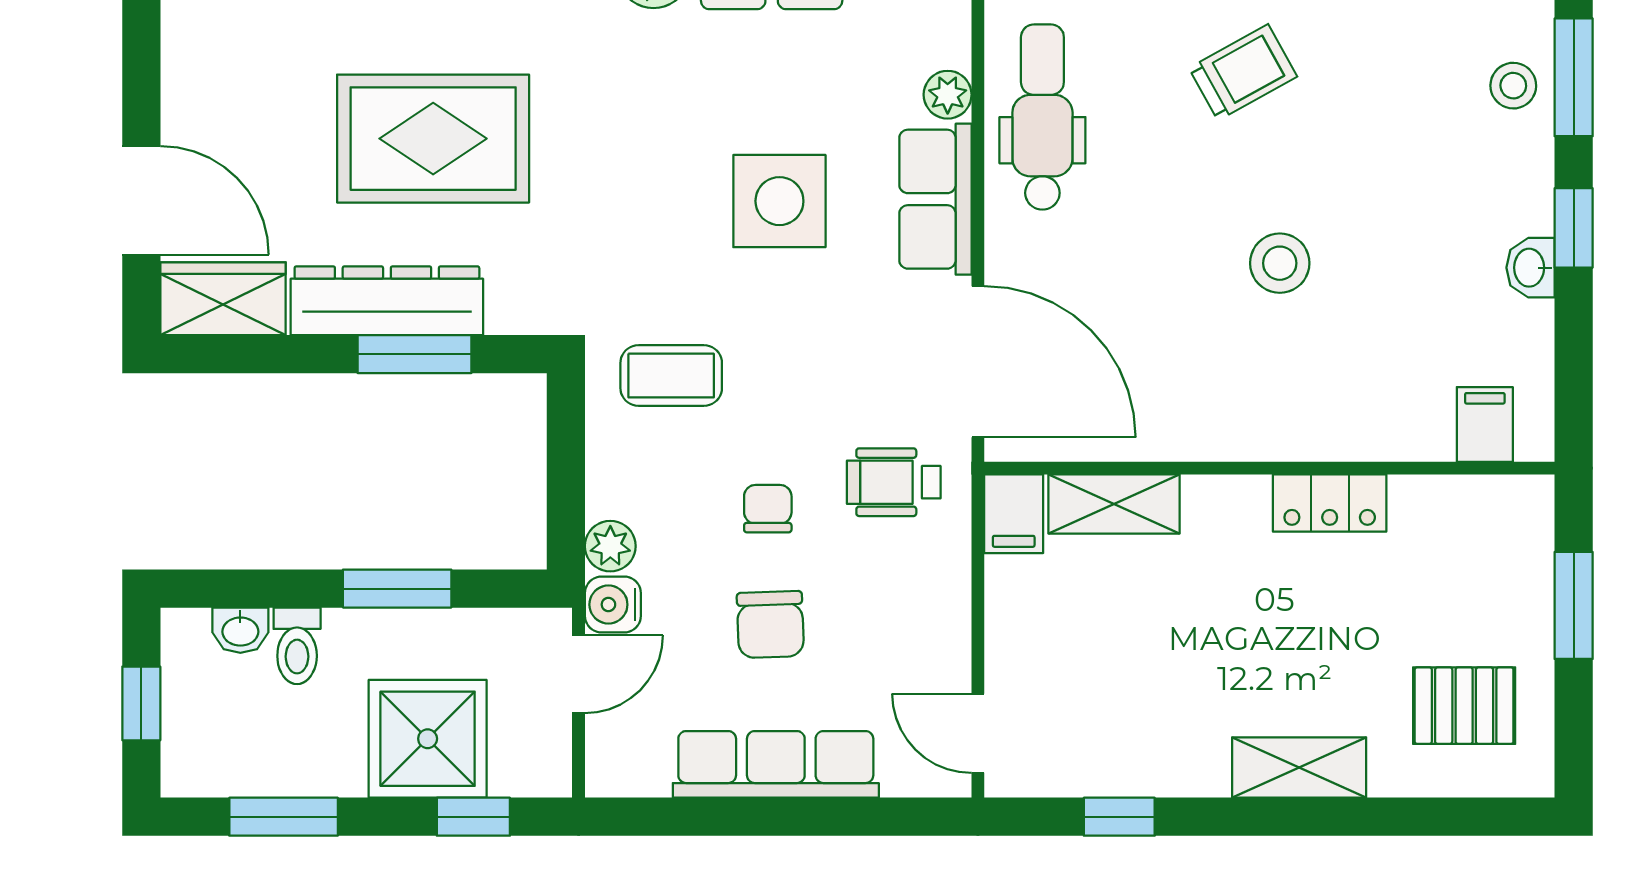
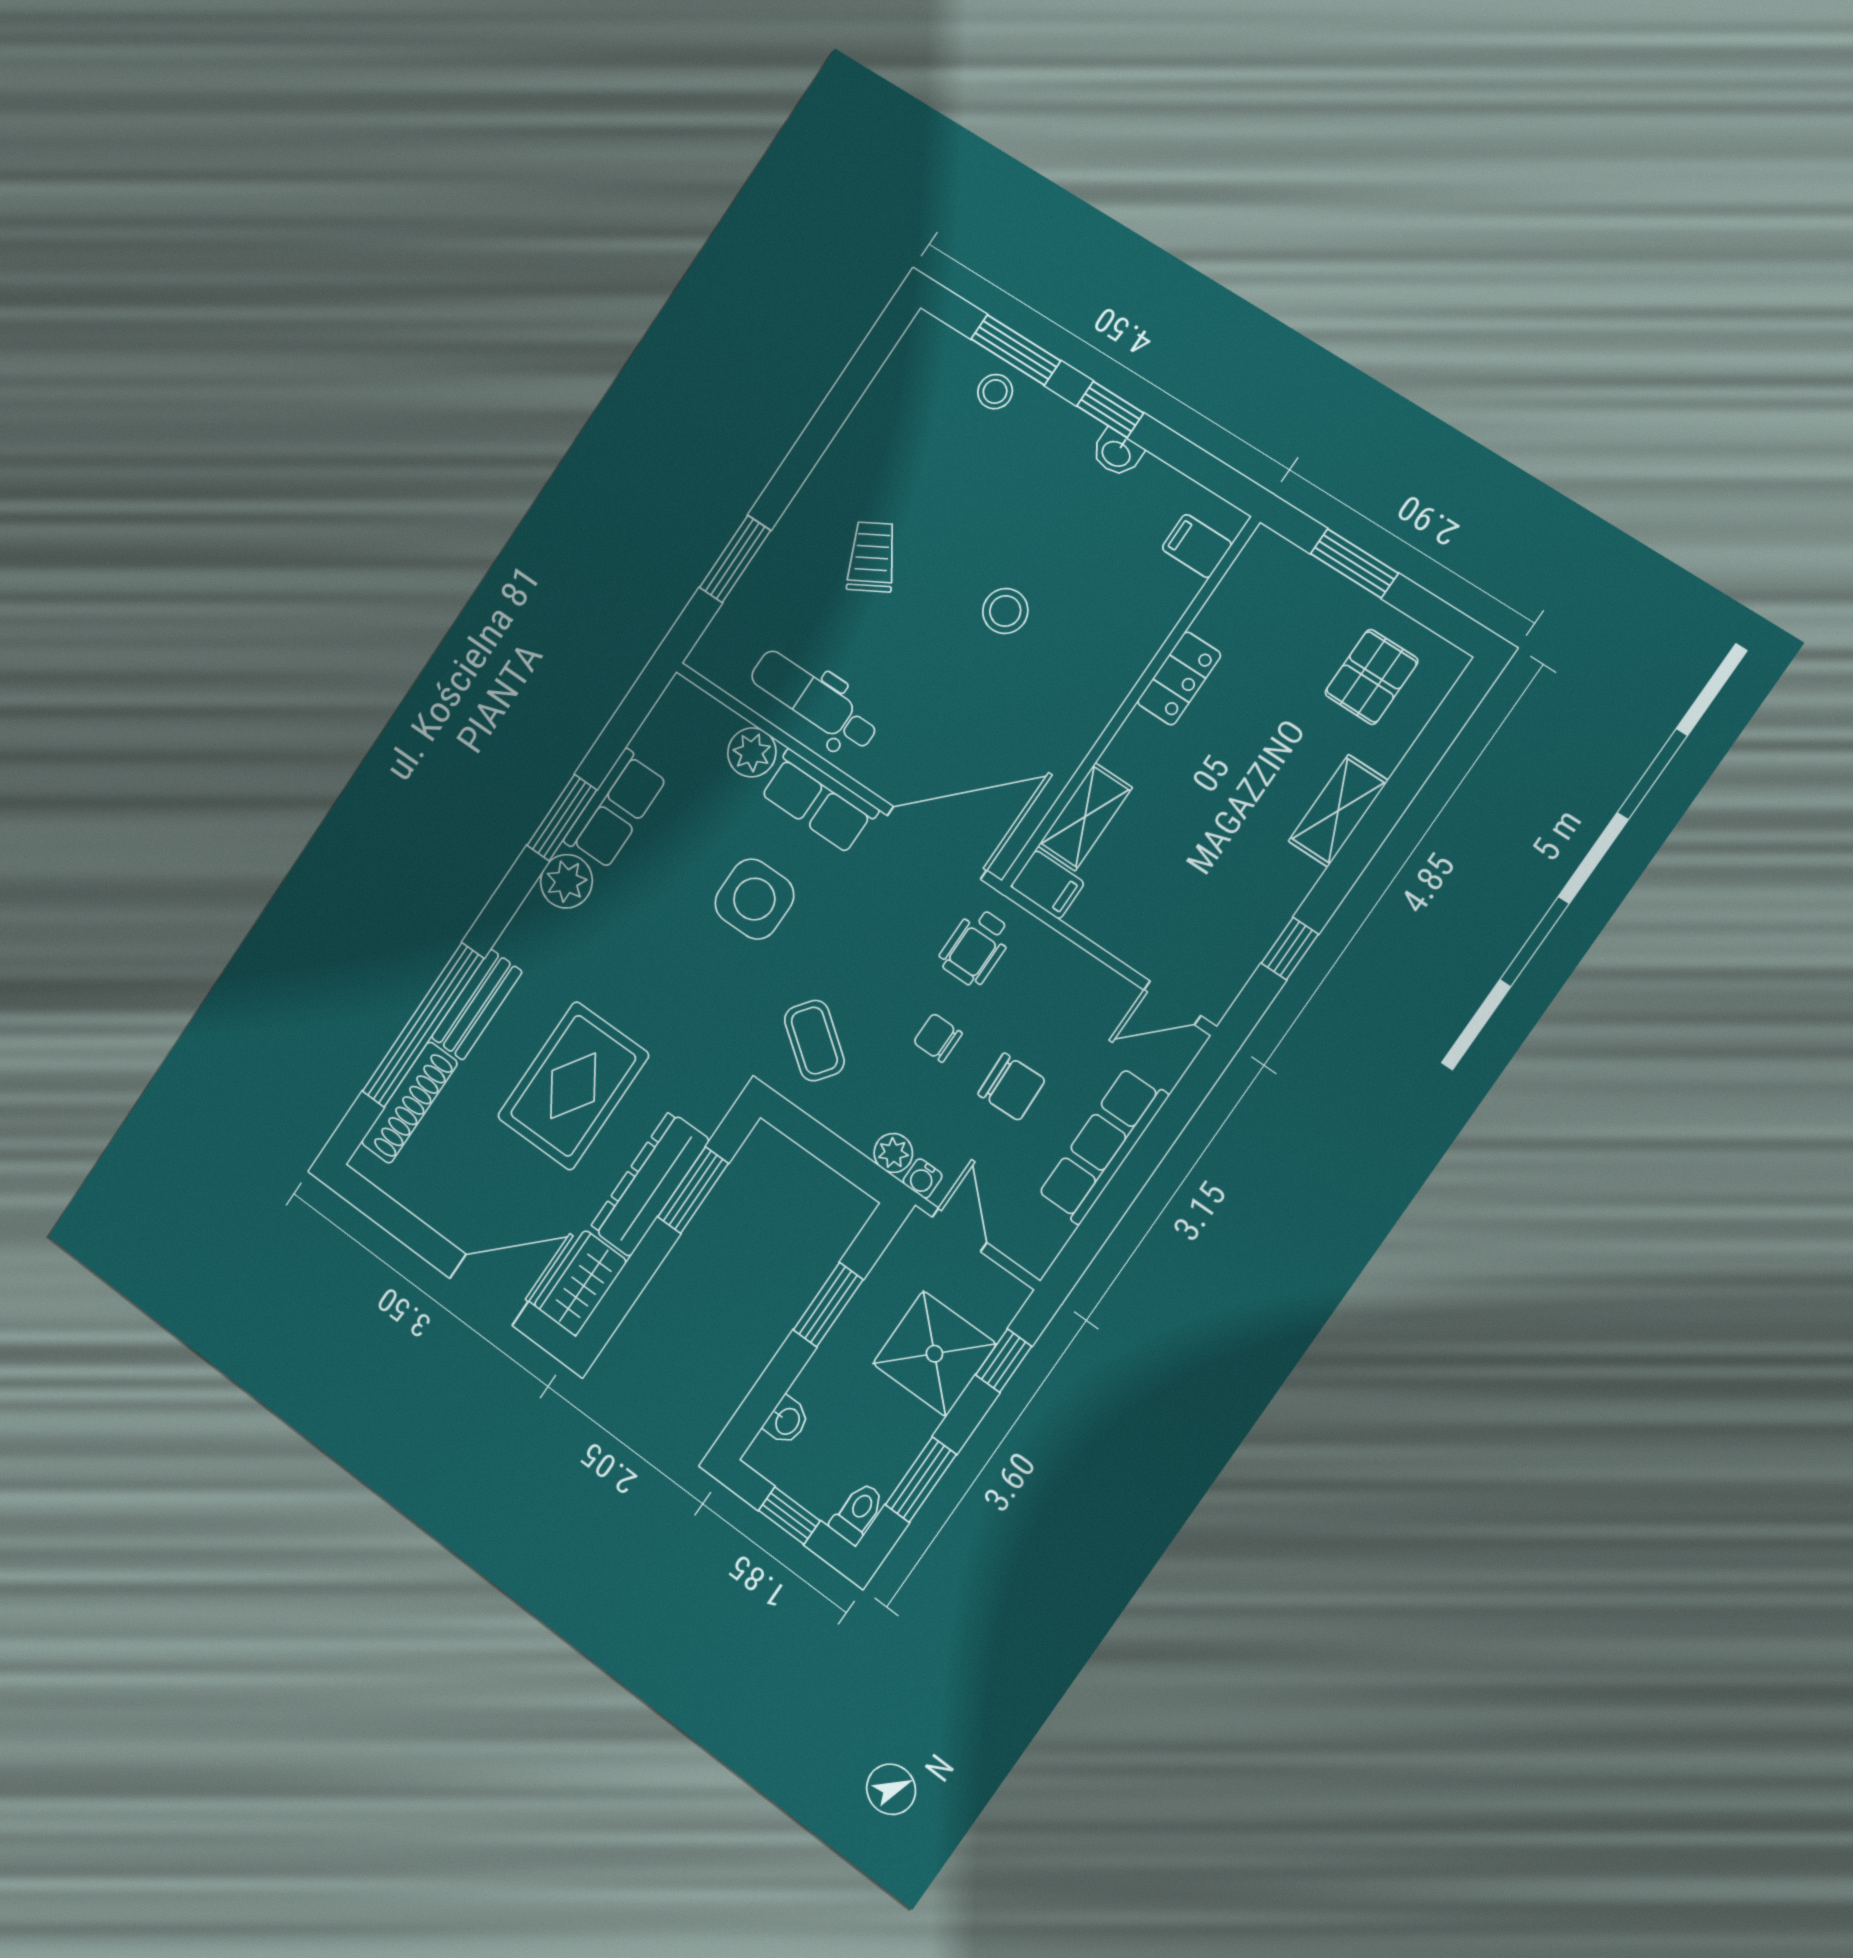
plant: (948, 95) -> (752, 752), width x1.38, depth x1.38
coffee table: (671, 376) -> (814, 1041), turned -53
water cooler: (613, 605) -> (923, 1179), width x0.72, depth x0.72
toilet: (297, 646) -> (858, 1513), moved, turned -90

